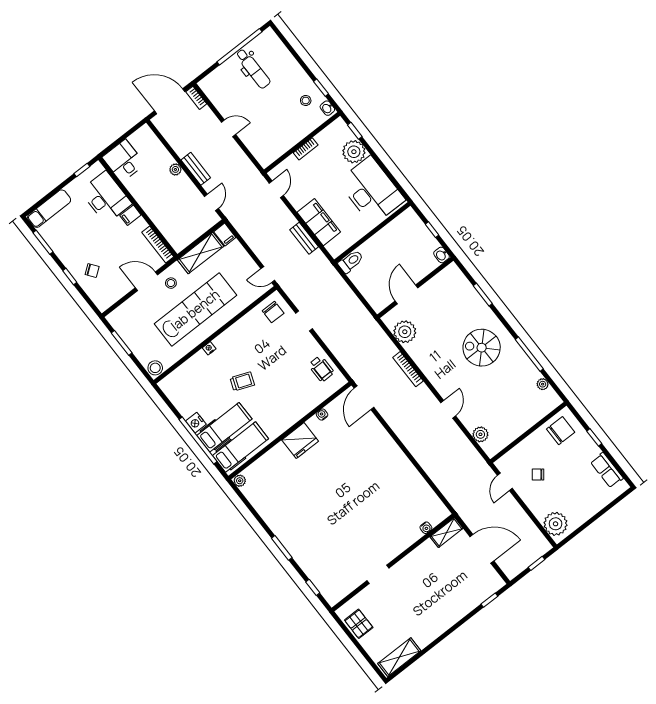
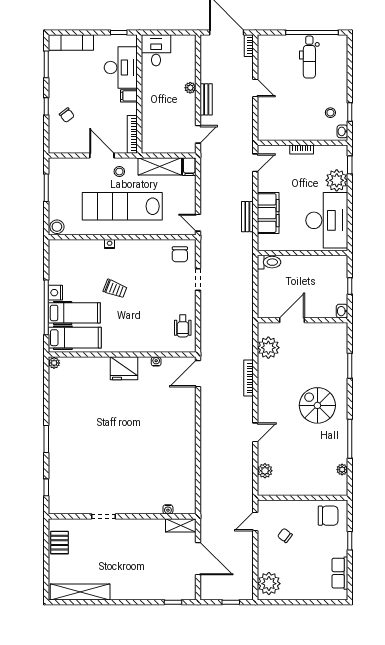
lab bench: (195, 310) -> (122, 206), turned 180
shelving: (399, 657) -> (80, 592), width x1.47

